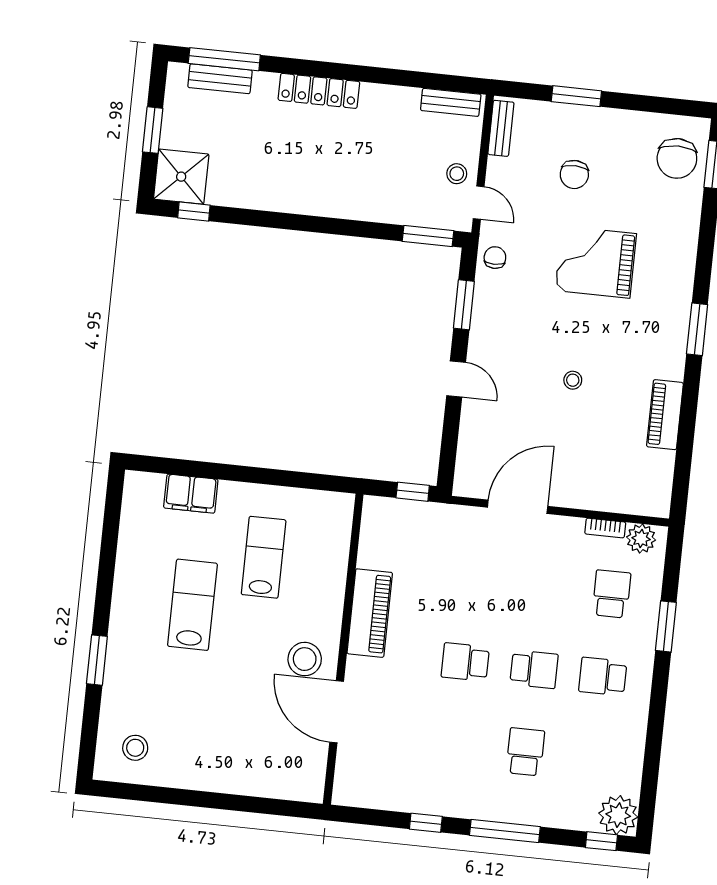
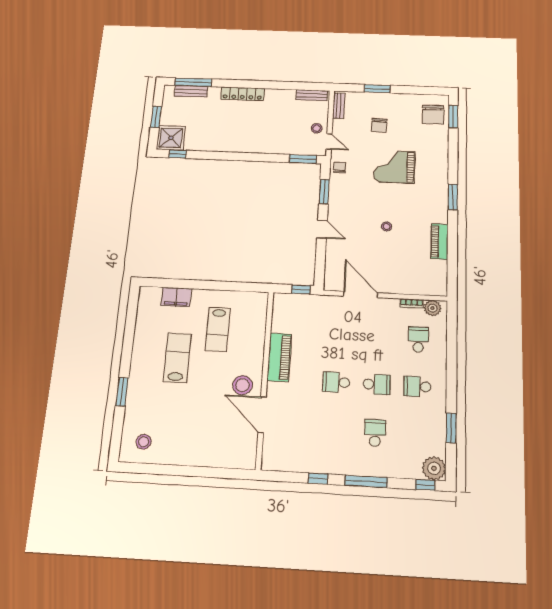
door: (518, 507) -> (361, 295), hinge flipped
lab bench: (264, 557) -> (218, 329), turned 180
window: (666, 626) -> (451, 428), moved

